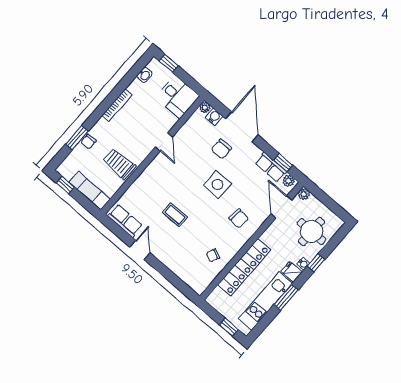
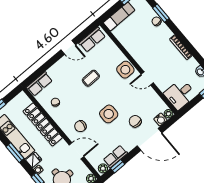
trolley: (119, 164) -> (136, 42), removed
side table: (157, 172) -> (125, 70), added
door: (281, 207) -> (76, 151), moved
row of seats: (193, 280) -> (39, 84), added

